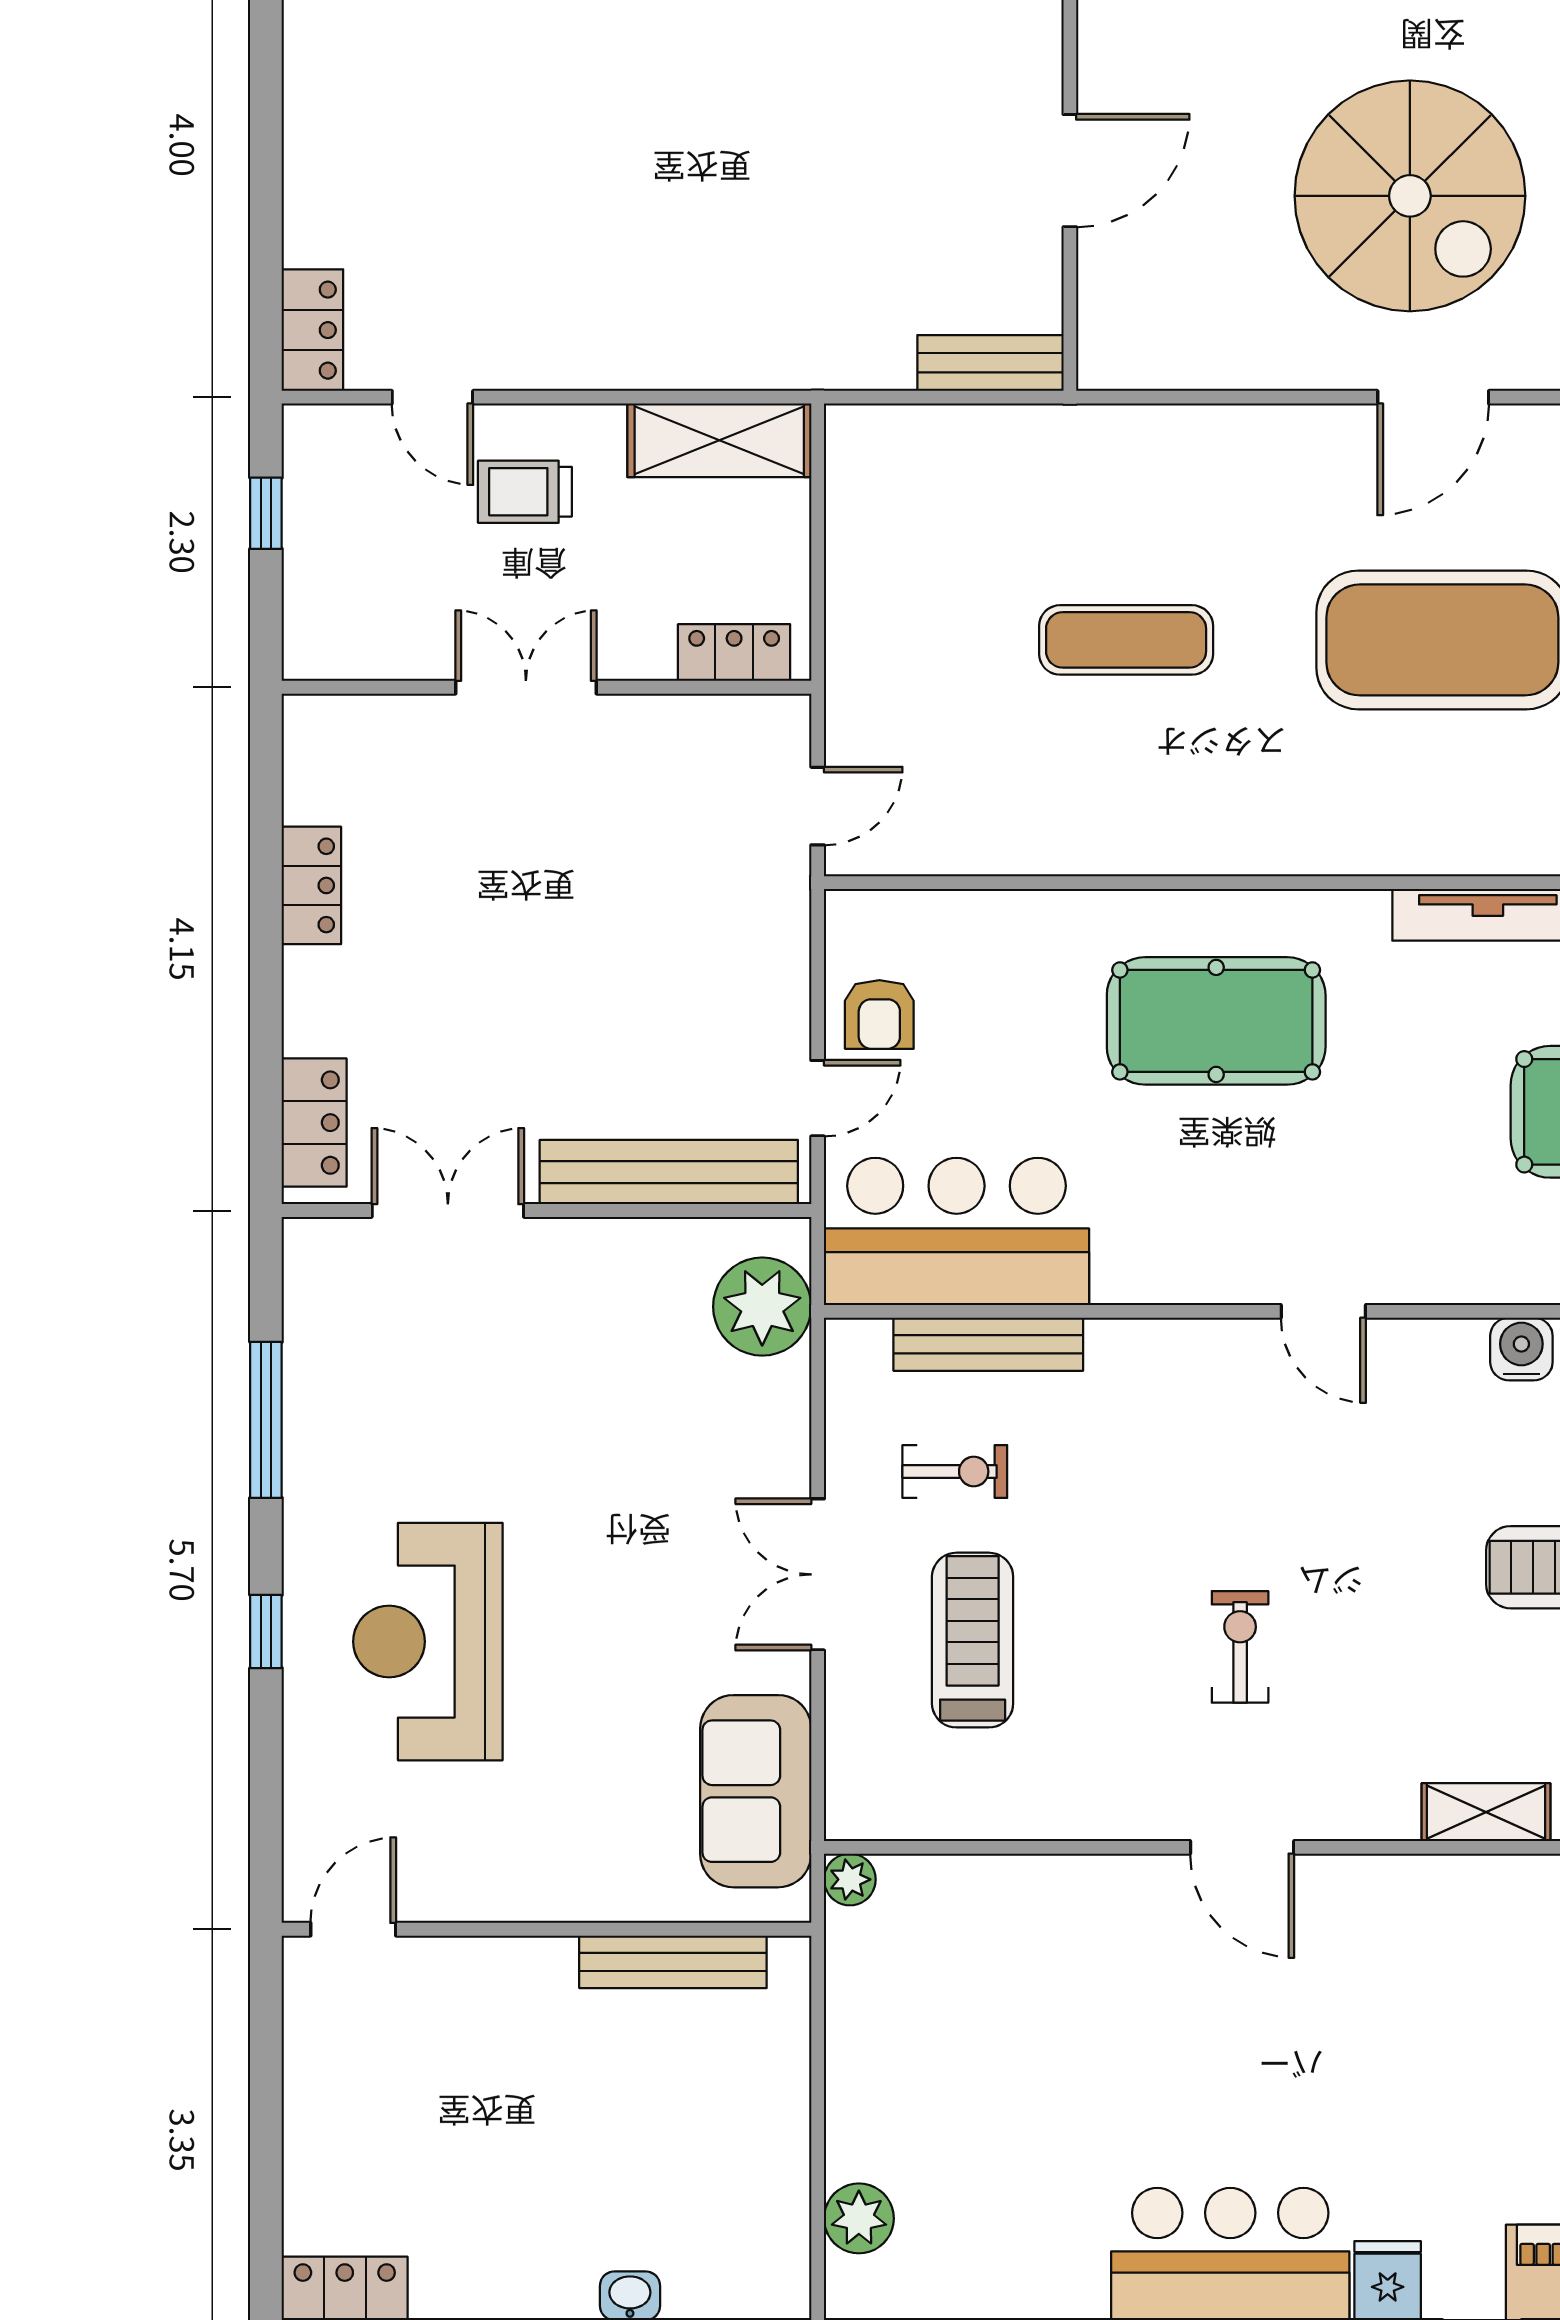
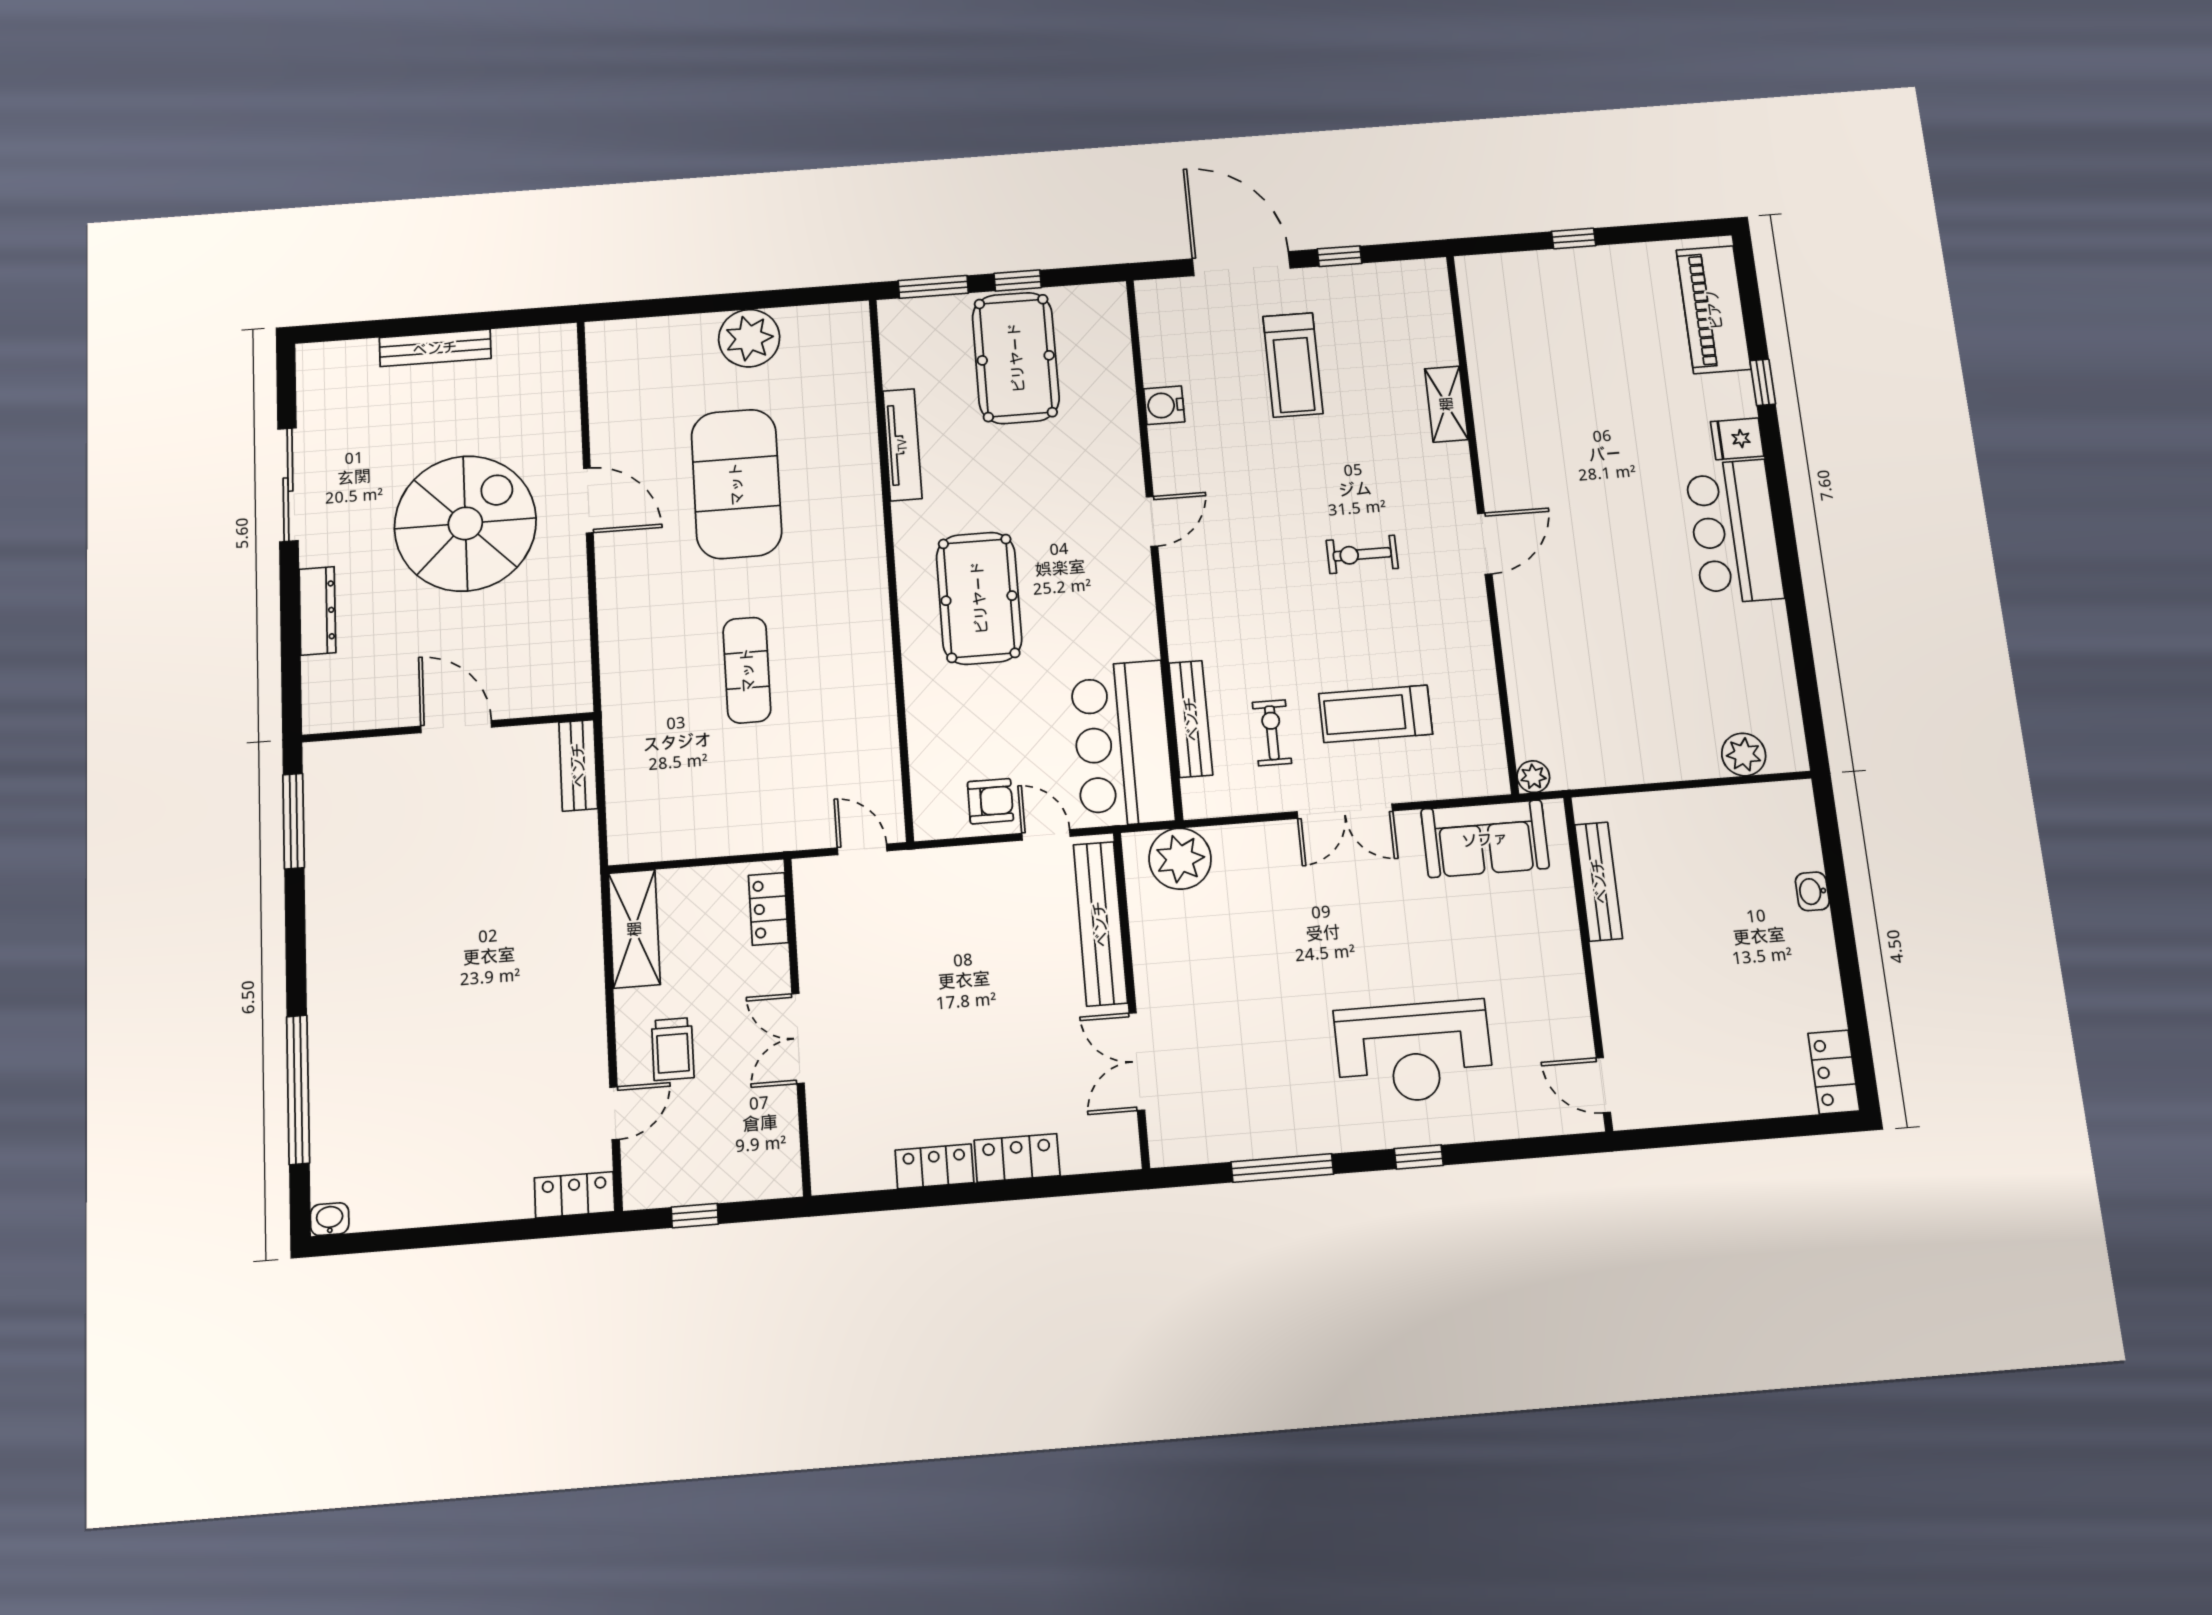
locker: (314, 1123) -> (1017, 1158), moved

